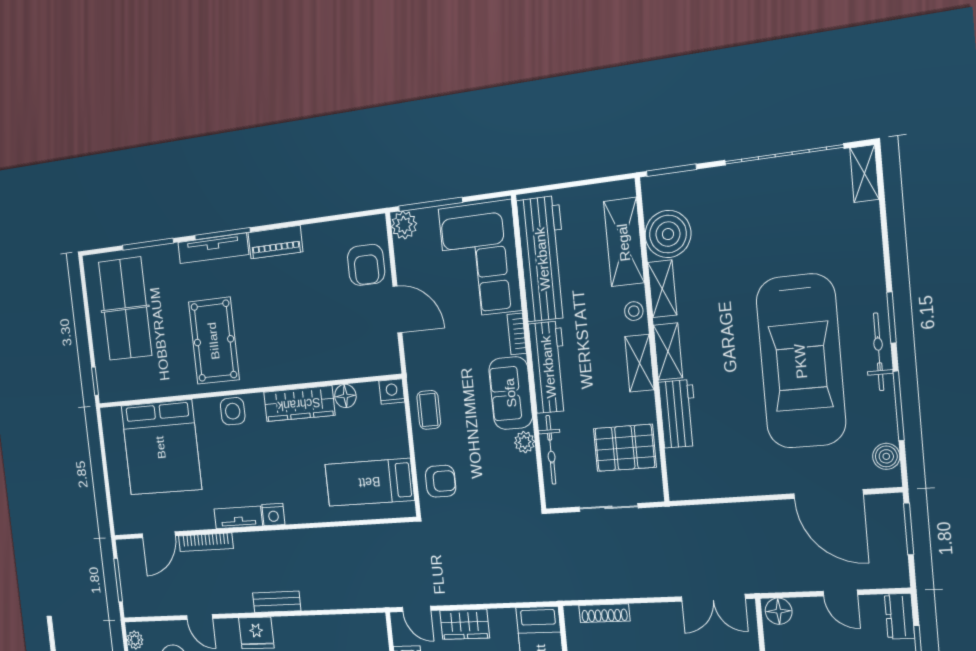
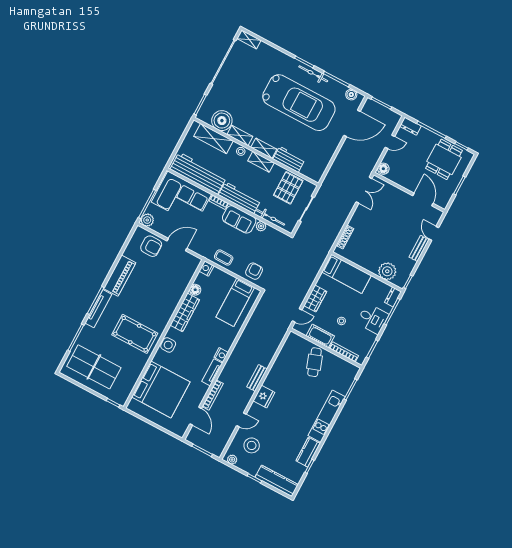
piano: (275, 242) -> (120, 276), width x1.37, depth x1.33

